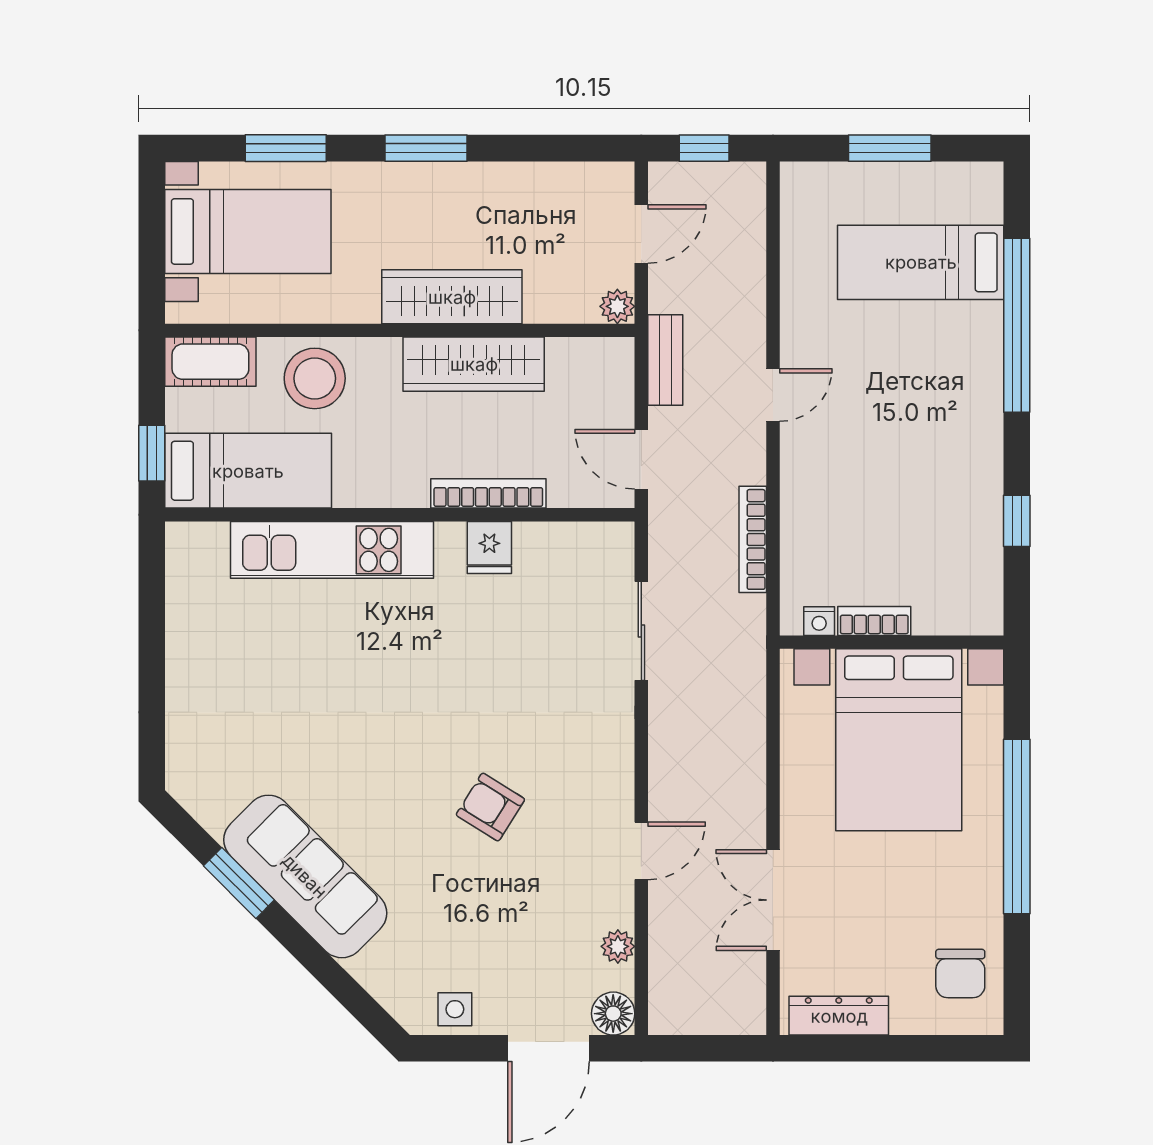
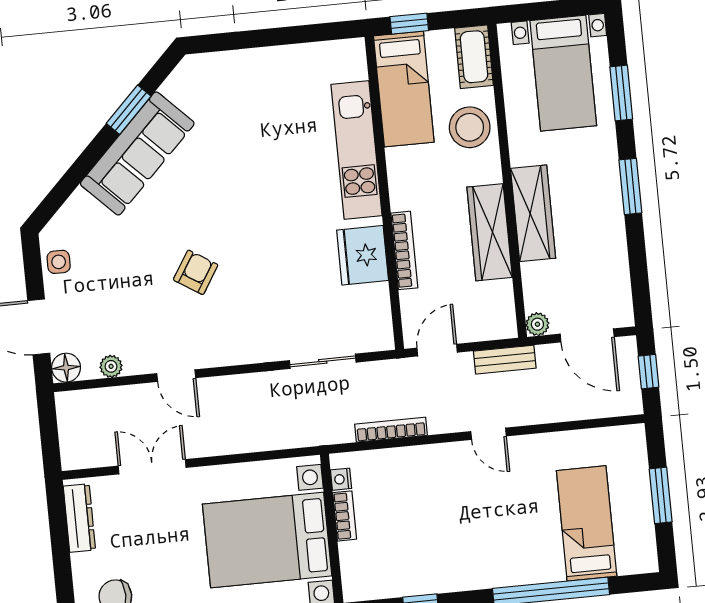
door: (641, 234) -> (587, 335), width x1.38
fridge: (489, 547) -> (363, 255), width x1.88, depth x1.34

